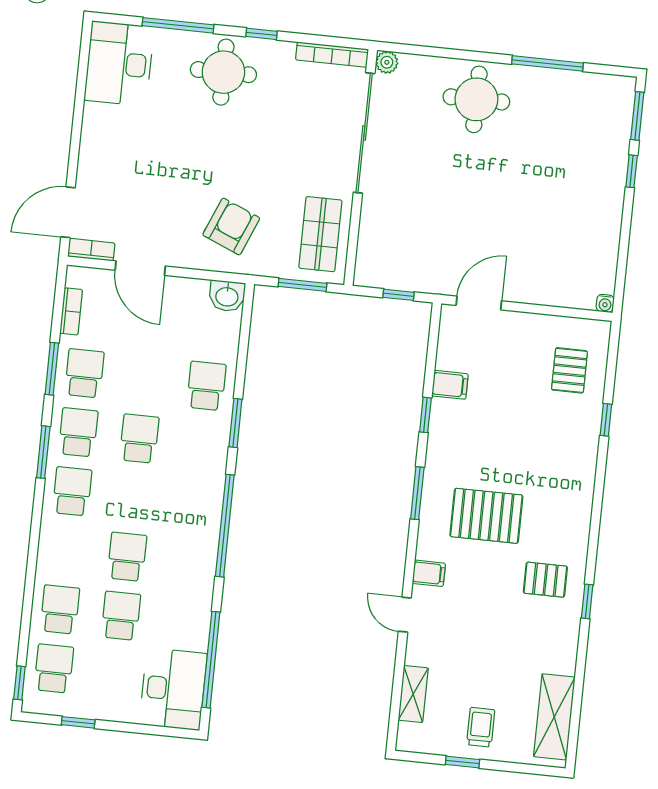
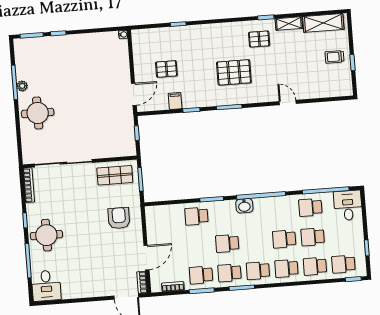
plant: (387, 62) -> (22, 86), moved
desk: (119, 64) -> (46, 286), width x0.73
armchair: (231, 226) -> (119, 218), turned 67
washbasin: (227, 296) -> (244, 206), moved, turned 90
door: (479, 303) -> (134, 94), swing flipped
pallet: (569, 370) -> (166, 69), moved
pallet: (486, 516) -> (234, 72), turned 90
school desk: (66, 550) -> (286, 268), added
filing cabinet: (429, 573) -> (266, 95), removed
pallet: (545, 580) -> (259, 39), turned 90
door: (405, 615) -> (288, 103), swing flipped
school desk: (182, 622) -> (310, 207), added
desk: (173, 689) -> (348, 205), width x0.73
shelving: (413, 694) -> (289, 24), moved

